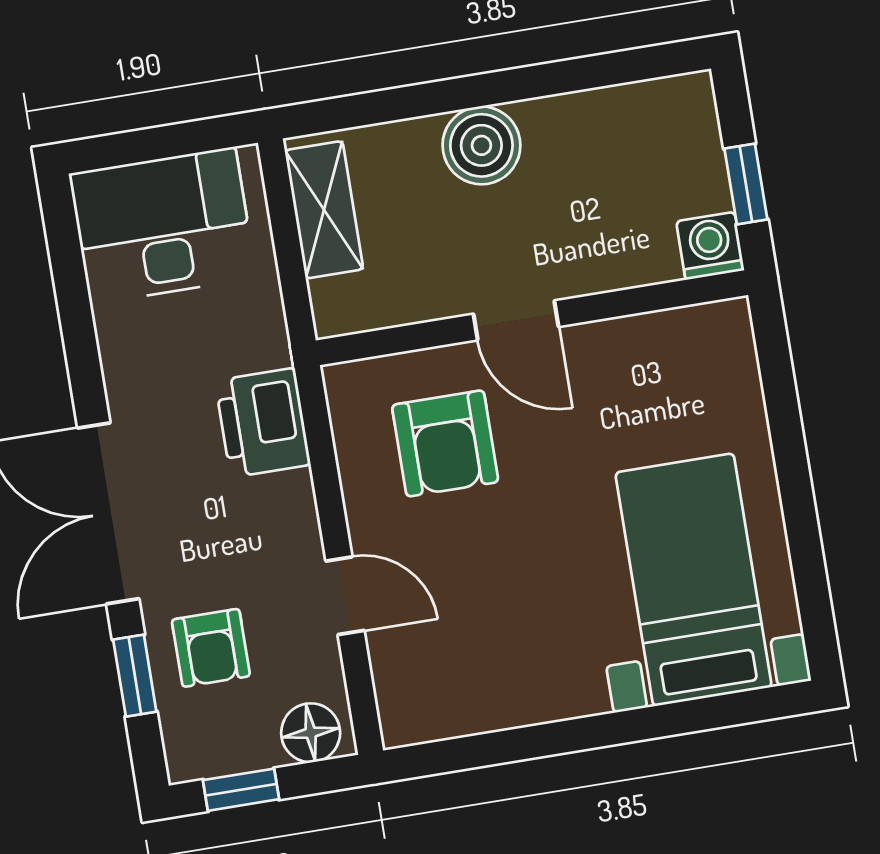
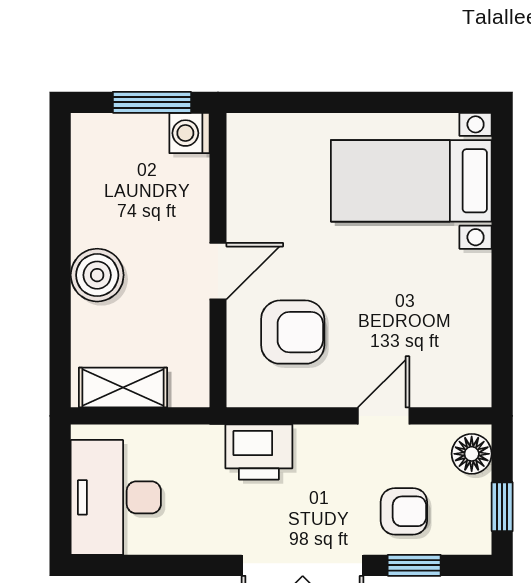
window: (746, 184) -> (152, 102), width x1.50

